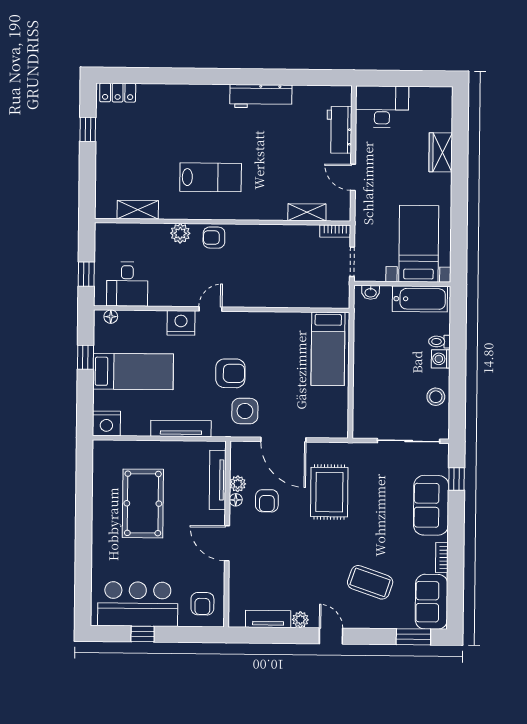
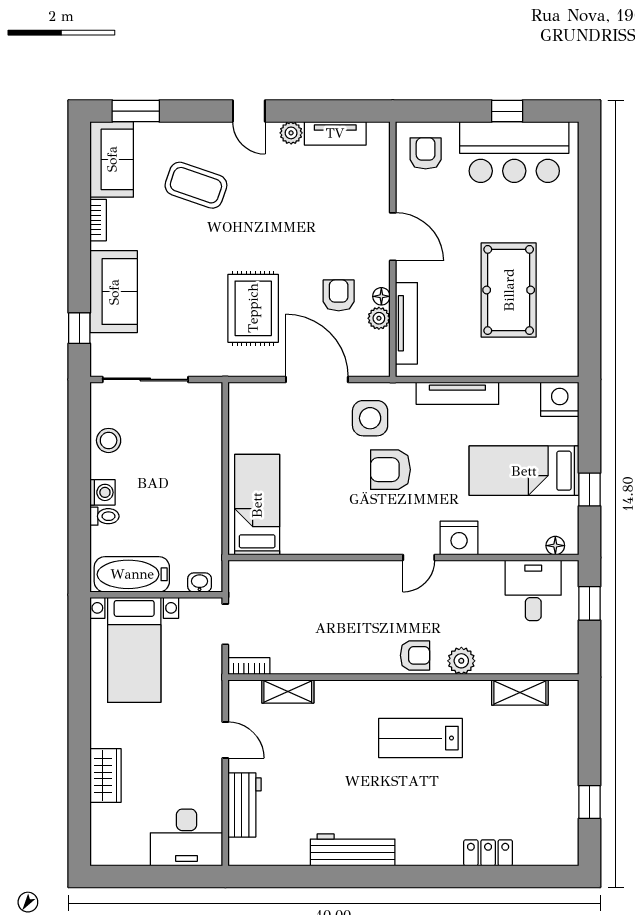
locker: (118, 93) -> (488, 853), moved

